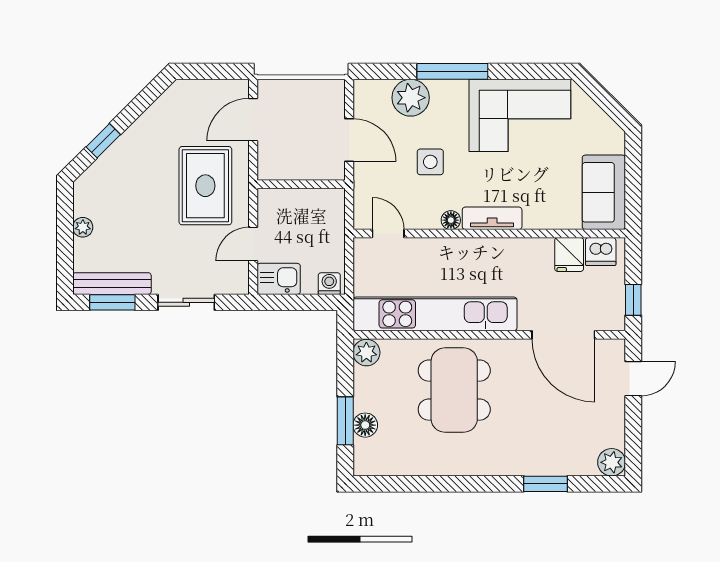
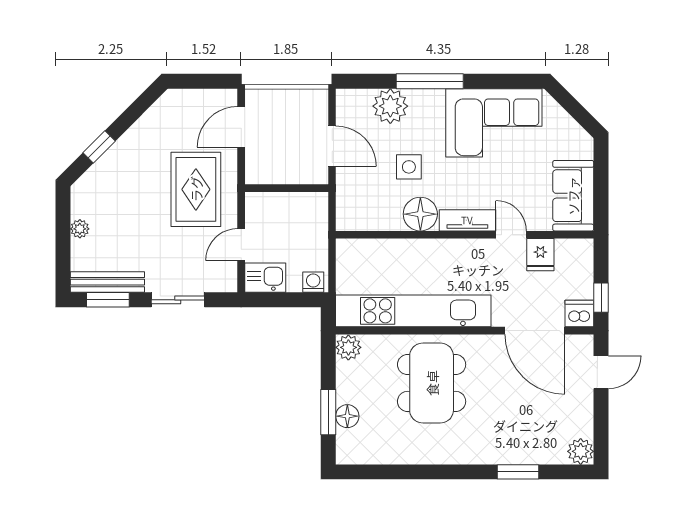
floor lamp: (451, 220) -> (420, 214), width x1.89, depth x1.89
door: (388, 234) -> (511, 235), moved
dishwasher: (601, 252) -> (579, 314), moved, turned 180

